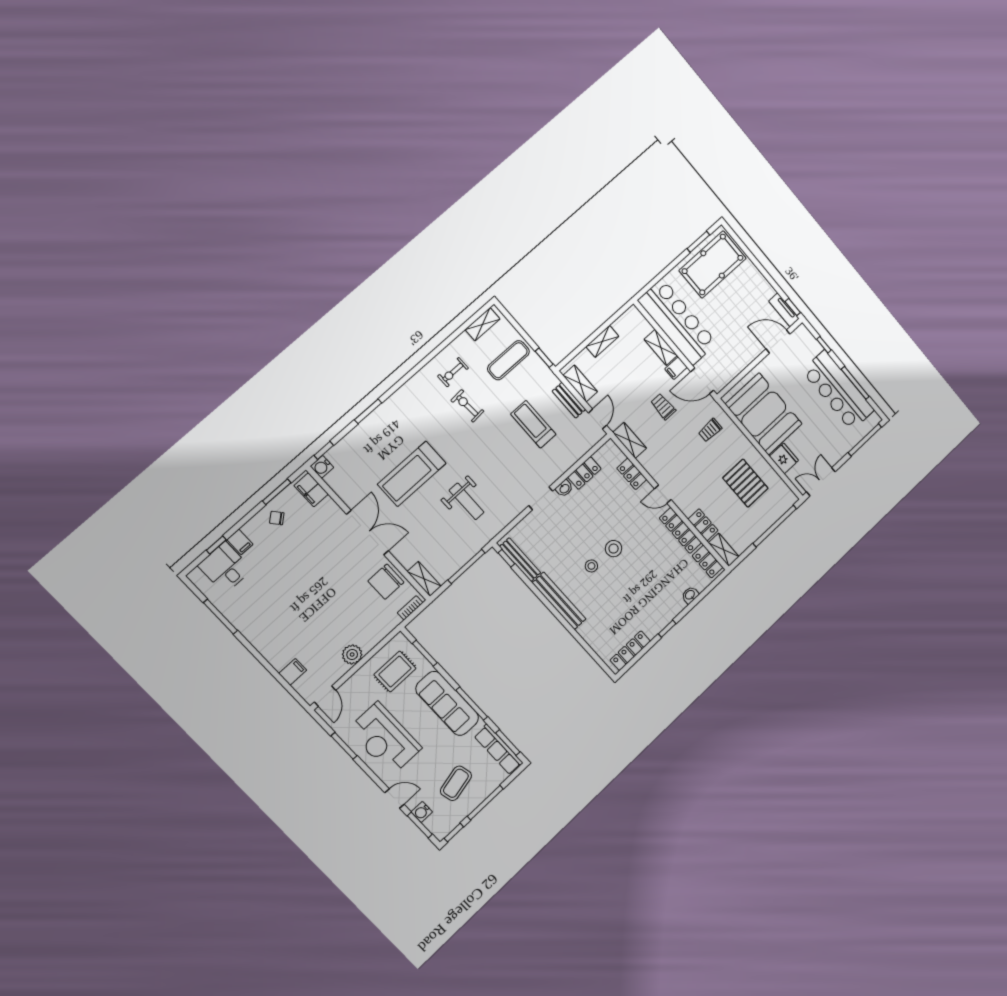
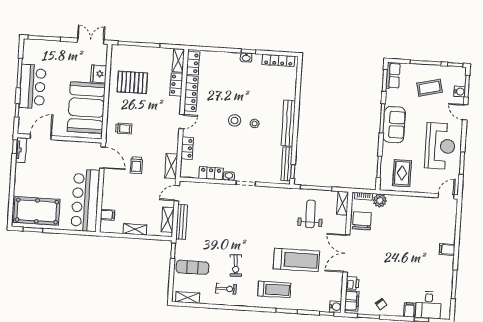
door: (778, 341) -> (41, 137), swing flipped
shelving: (661, 347) -> (107, 196), removed
filing cabinet: (676, 368) -> (107, 215), moved
bar counter: (838, 391) -> (33, 87), width x0.73
bench: (569, 400) -> (182, 222), width x1.36
treadmill: (533, 424) -> (274, 289), moved, turned -90
double door: (821, 482) -> (91, 41), swing flipped
pallet: (745, 483) -> (132, 82), turned 90
door: (663, 494) -> (181, 121), hinge flipped
weight bench: (467, 501) -> (310, 214), moved
printer: (329, 509) -> (352, 283), added
chair: (386, 582) -> (362, 221), turned -90
washbasin: (690, 595) -> (246, 58), moved
plant: (352, 655) -> (380, 201), moved
rug: (395, 671) -> (402, 173), turned 90
filing cabinet: (293, 672) -> (447, 249), moved
sofa: (447, 703) -> (394, 125), width x0.73
row of seats: (498, 750) -> (393, 76), width x0.68

